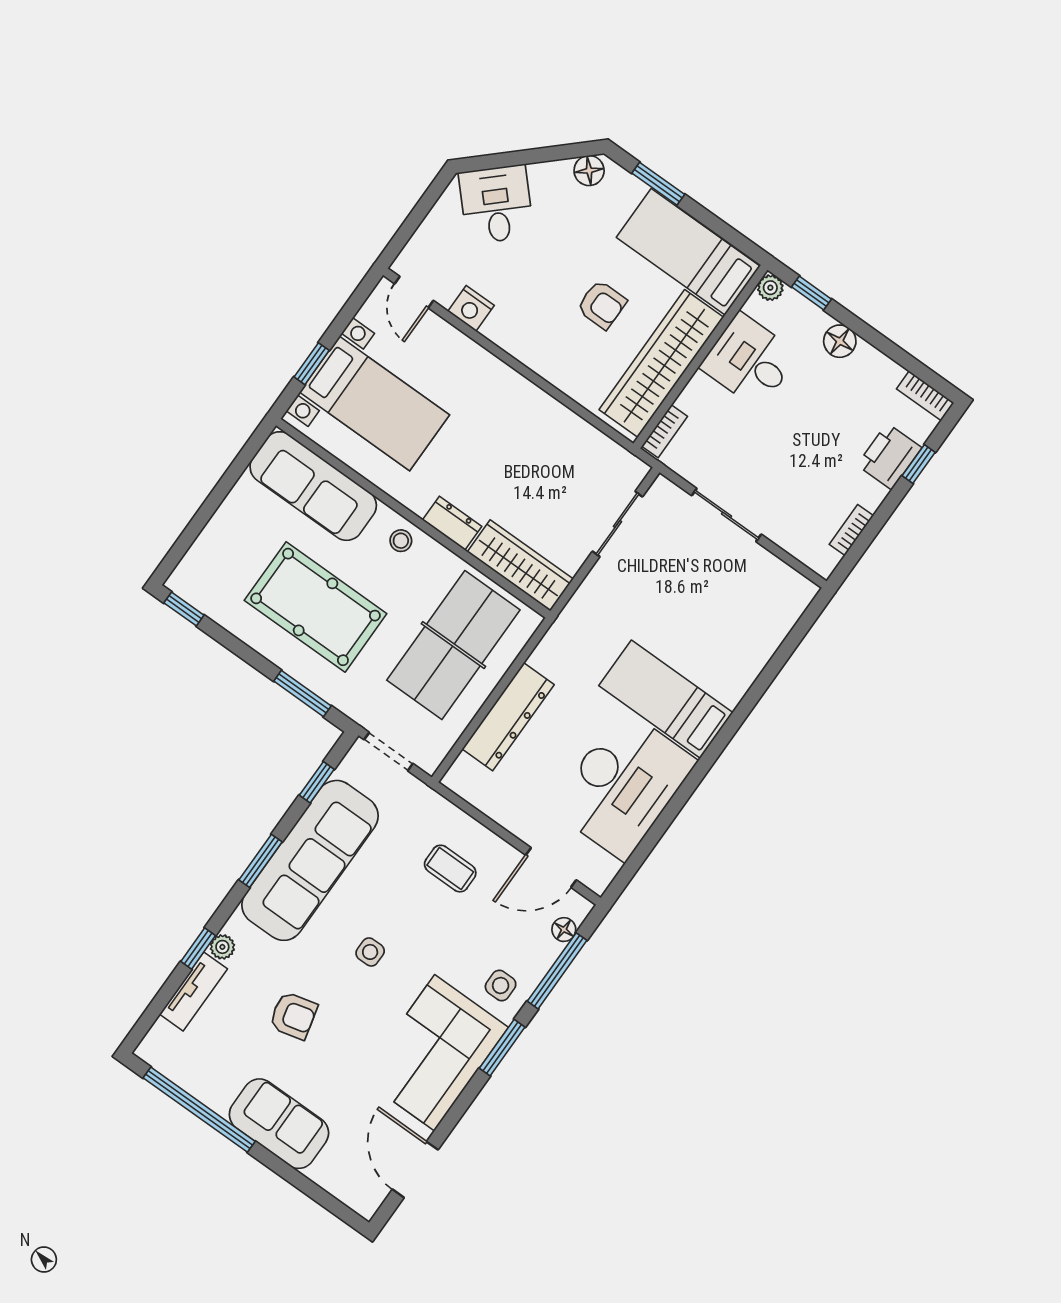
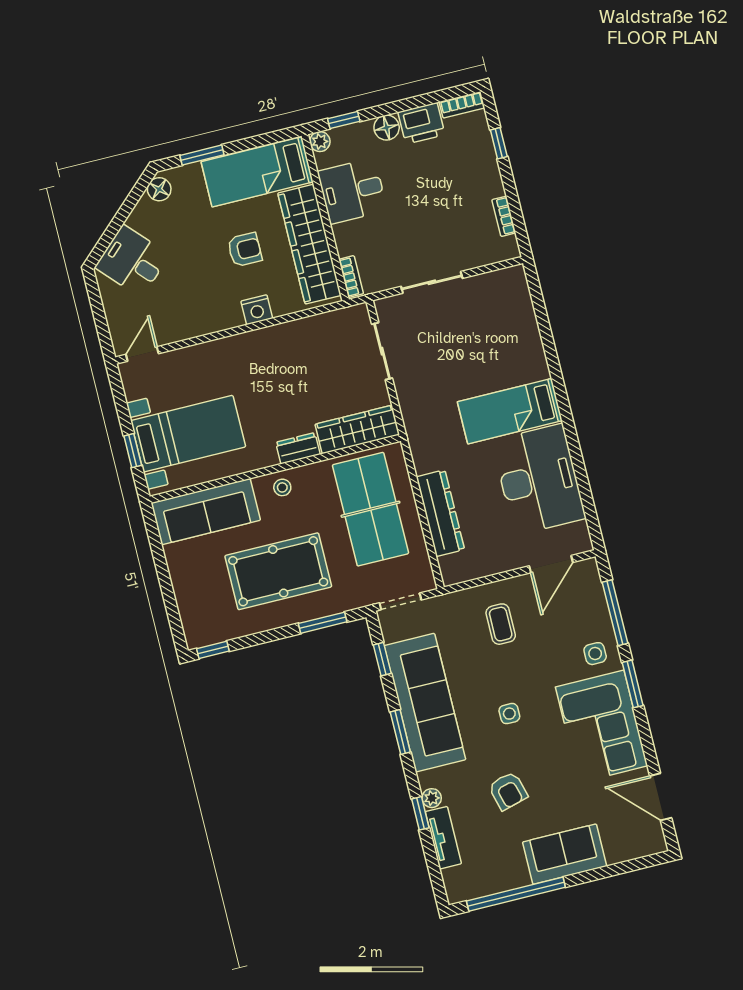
door: (414, 292) -> (142, 354), swing flipped
nightstand: (471, 308) -> (257, 310), moved
printer: (889, 456) -> (421, 123), moved, turned -90
coffee table: (450, 869) -> (501, 624), turned 90
floor lamp: (564, 930) -> (594, 588), removed
armchair: (293, 1016) -> (508, 791), turned 89

